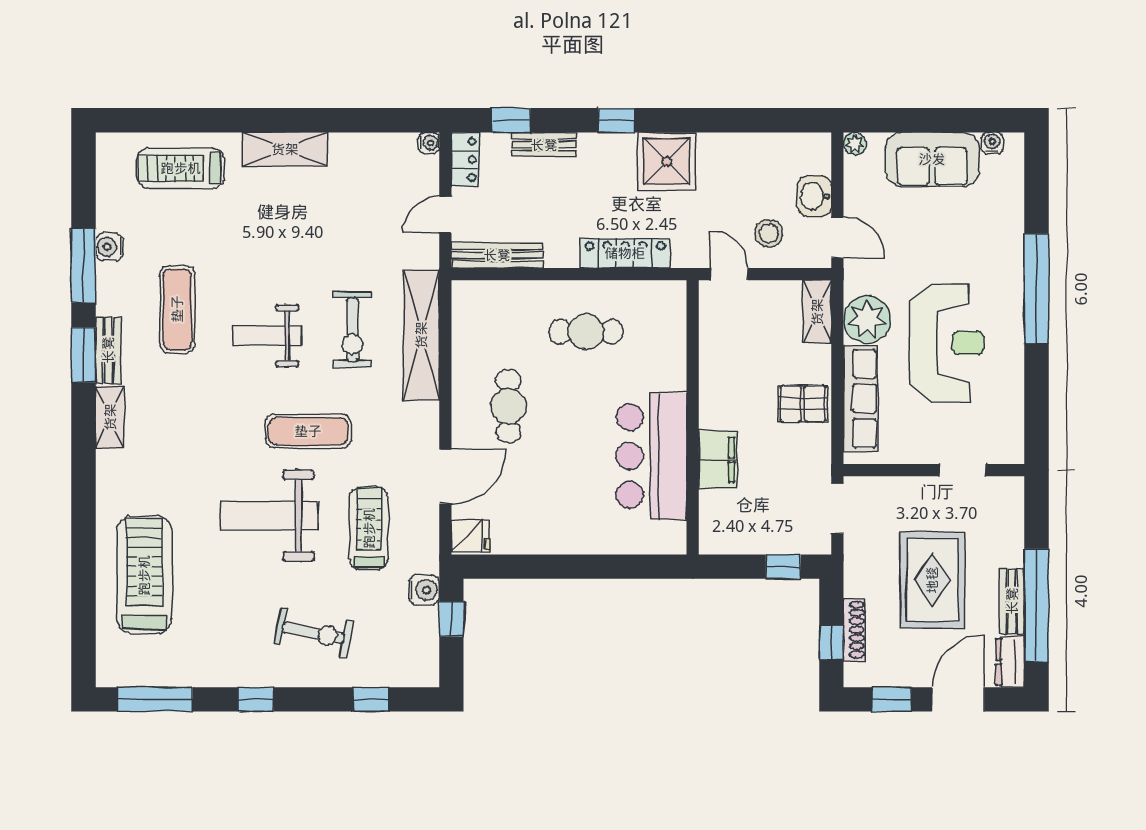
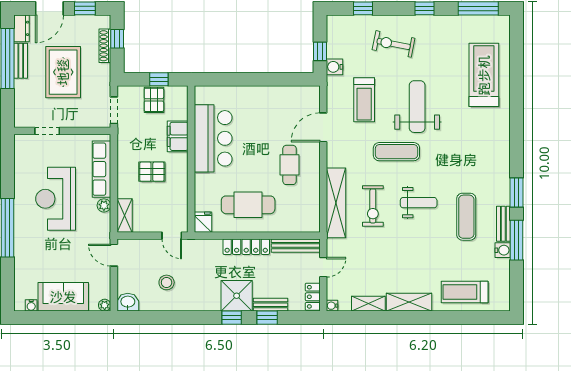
window: (511, 120) -> (267, 318), moved
shower: (667, 161) -> (237, 296), moved
treadmill: (181, 168) -> (465, 292), turned 180
washbasin: (814, 196) -> (128, 302), moved, turned -90
stool: (769, 233) -> (167, 282), moved
locker: (625, 253) -> (246, 247), moved
plant: (867, 319) -> (104, 205), width x0.53, depth x0.53
exercise bike: (352, 330) -> (373, 206), turned 180
cafe table: (586, 332) -> (248, 205), width x1.37, depth x1.35
bench: (108, 350) -> (503, 224), moved
pallet: (803, 404) -> (152, 172), moved
shelving: (110, 417) -> (368, 304), moved, turned 90
weight bench: (269, 516) -> (417, 107), turned -90
pallet: (762, 528) -> (154, 100), added
fridge: (471, 536) -> (203, 222), moved, turned 90
window: (783, 567) -> (159, 79), moved
treadmill: (144, 575) -> (484, 75), turned 180

